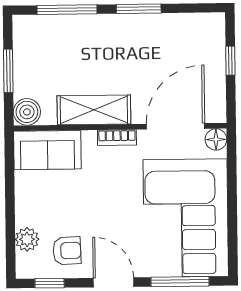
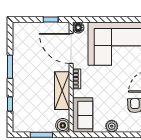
window: (67, 10) -> (10, 104), width x0.46
window: (230, 61) -> (51, 20), moved
plant: (27, 239) -> (112, 126), moved

